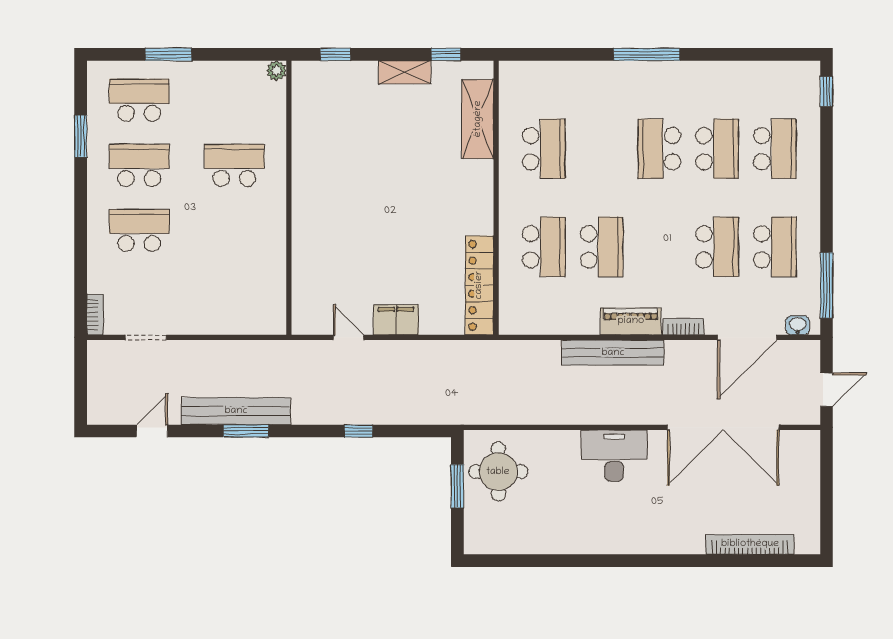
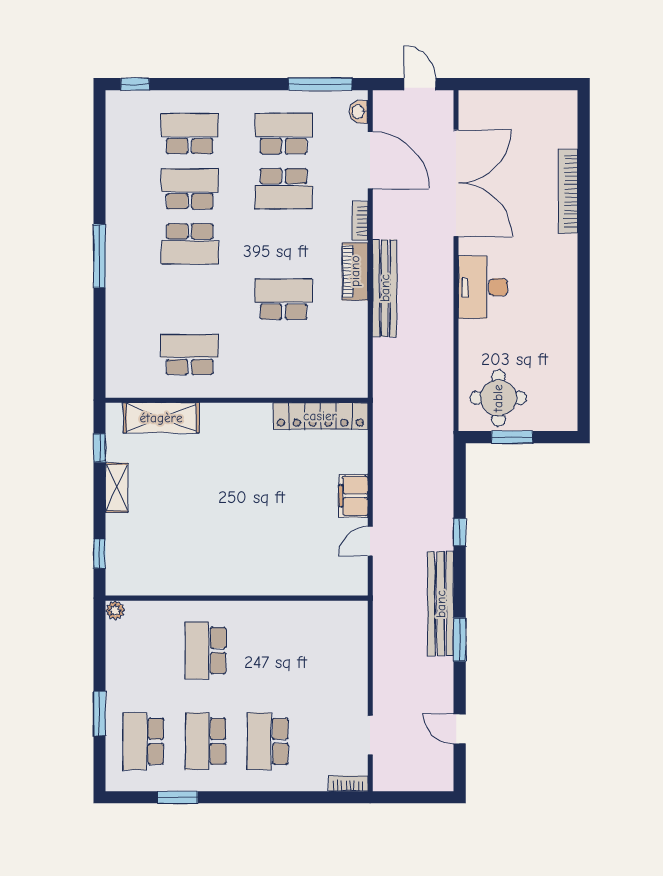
school desk: (544, 247) -> (284, 354), removed
school desk: (717, 247) -> (284, 189), turned 180
bench: (236, 411) -> (441, 604), moved
bookcase: (750, 544) -> (568, 191), moved

